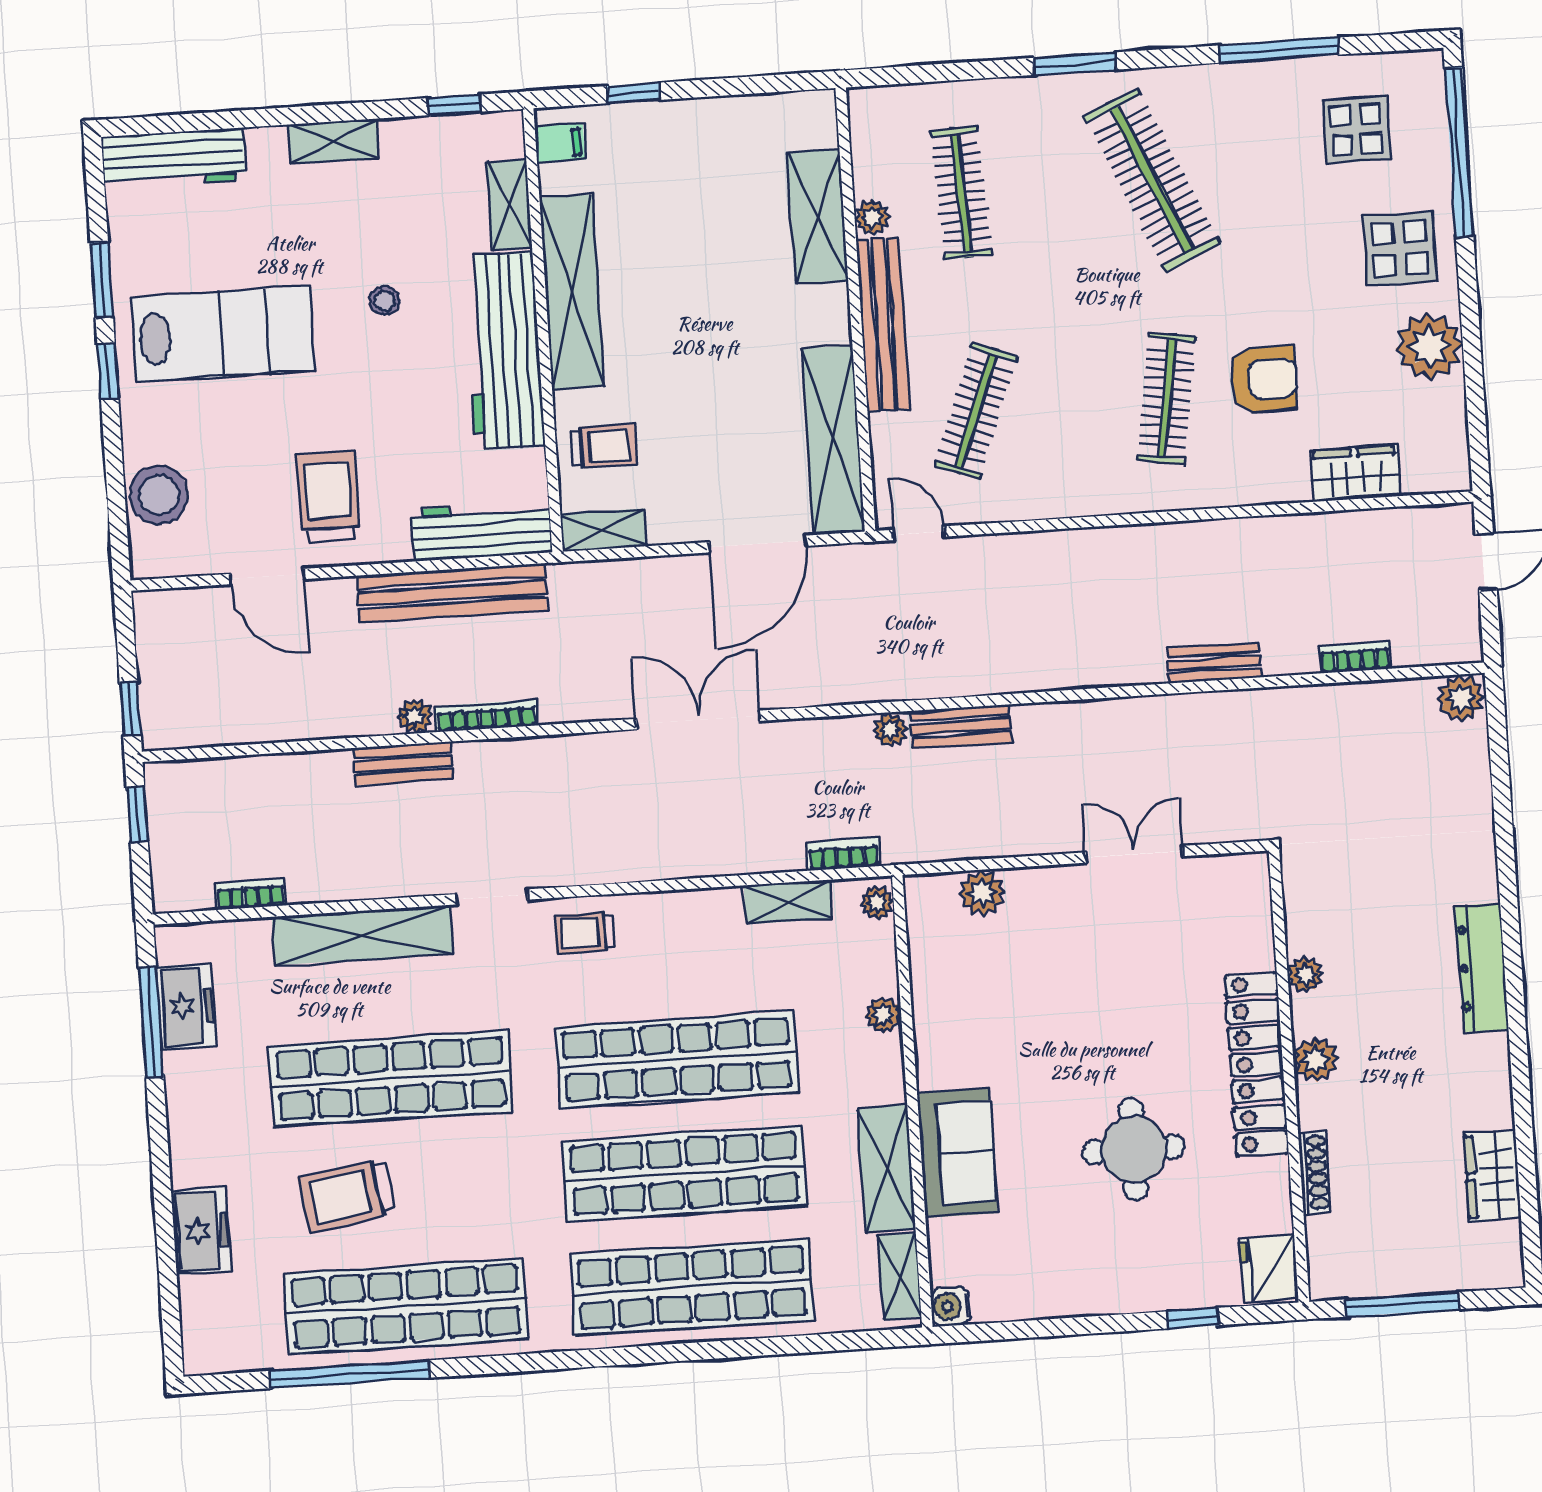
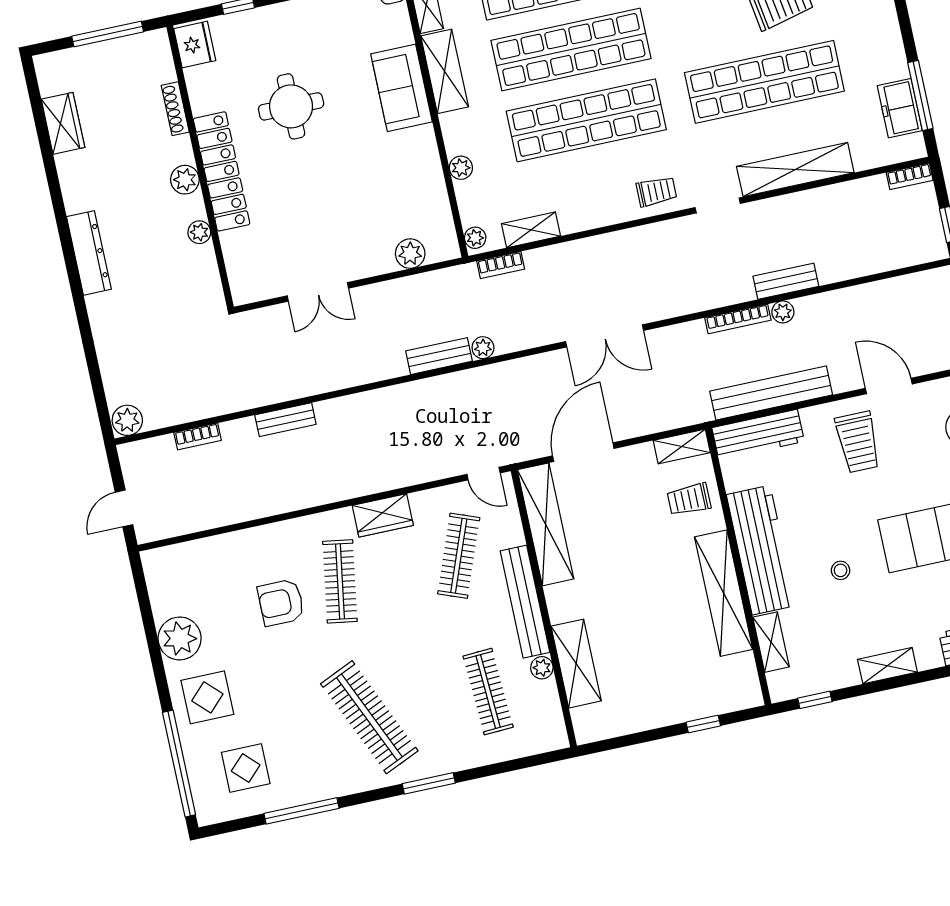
filing cabinet: (560, 143) -> (745, 686), removed
wardrobe: (1355, 474) -> (383, 515), moved
bookcase: (251, 894) -> (910, 176), moved

